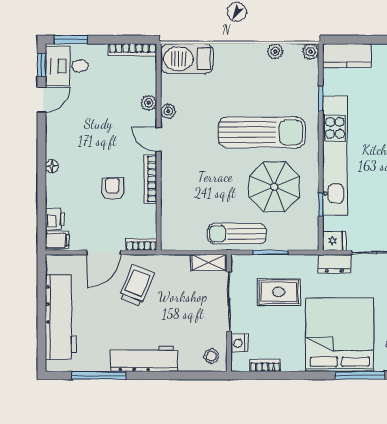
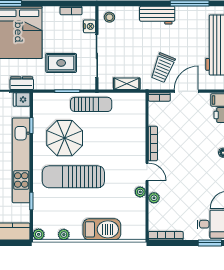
barbecue: (187, 59) -> (102, 229), moved
armchair: (112, 189) -> (180, 137), removed
shelving: (209, 263) -> (127, 84), moved
workbench: (144, 359) -> (157, 15), width x0.73

